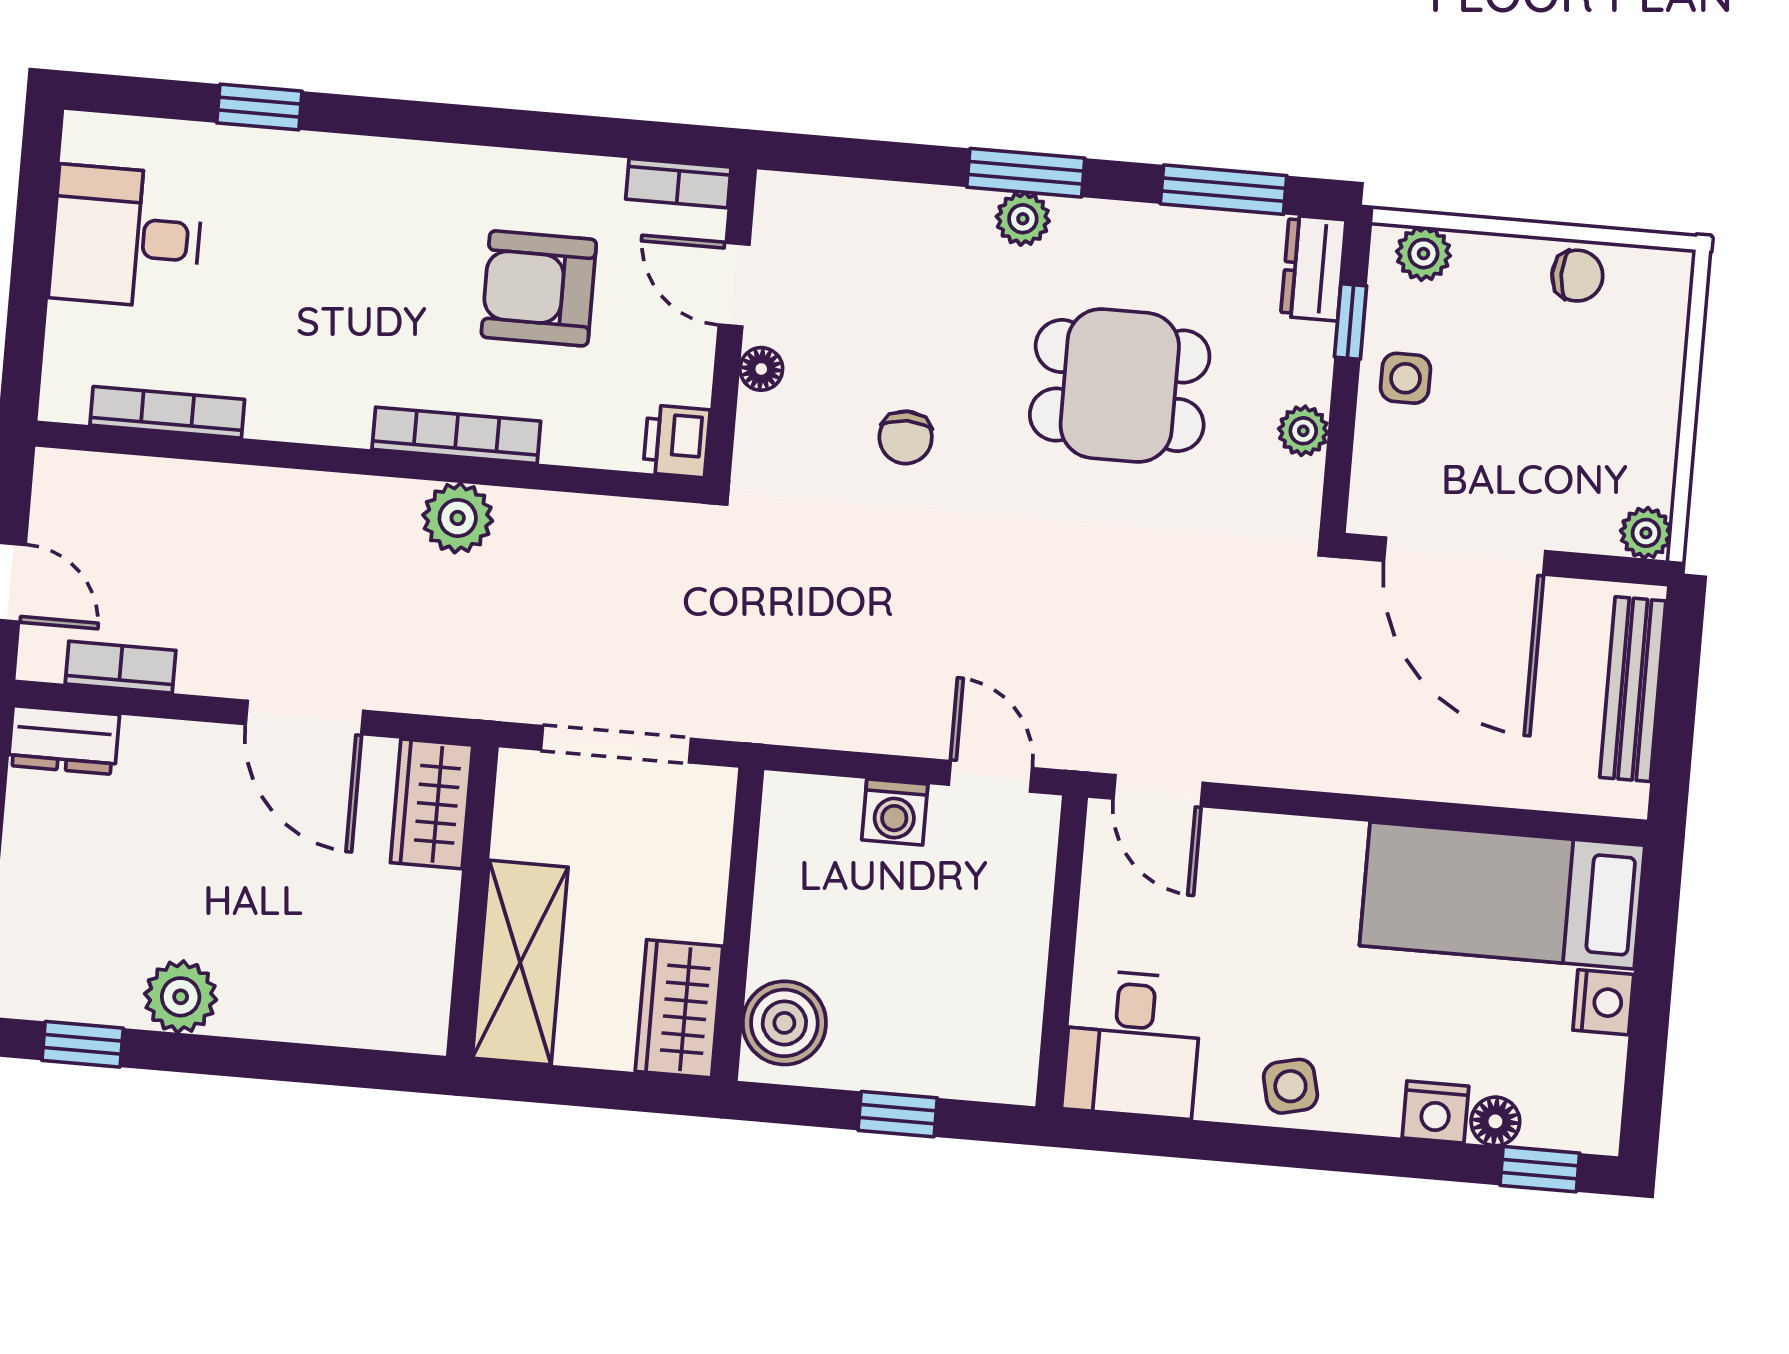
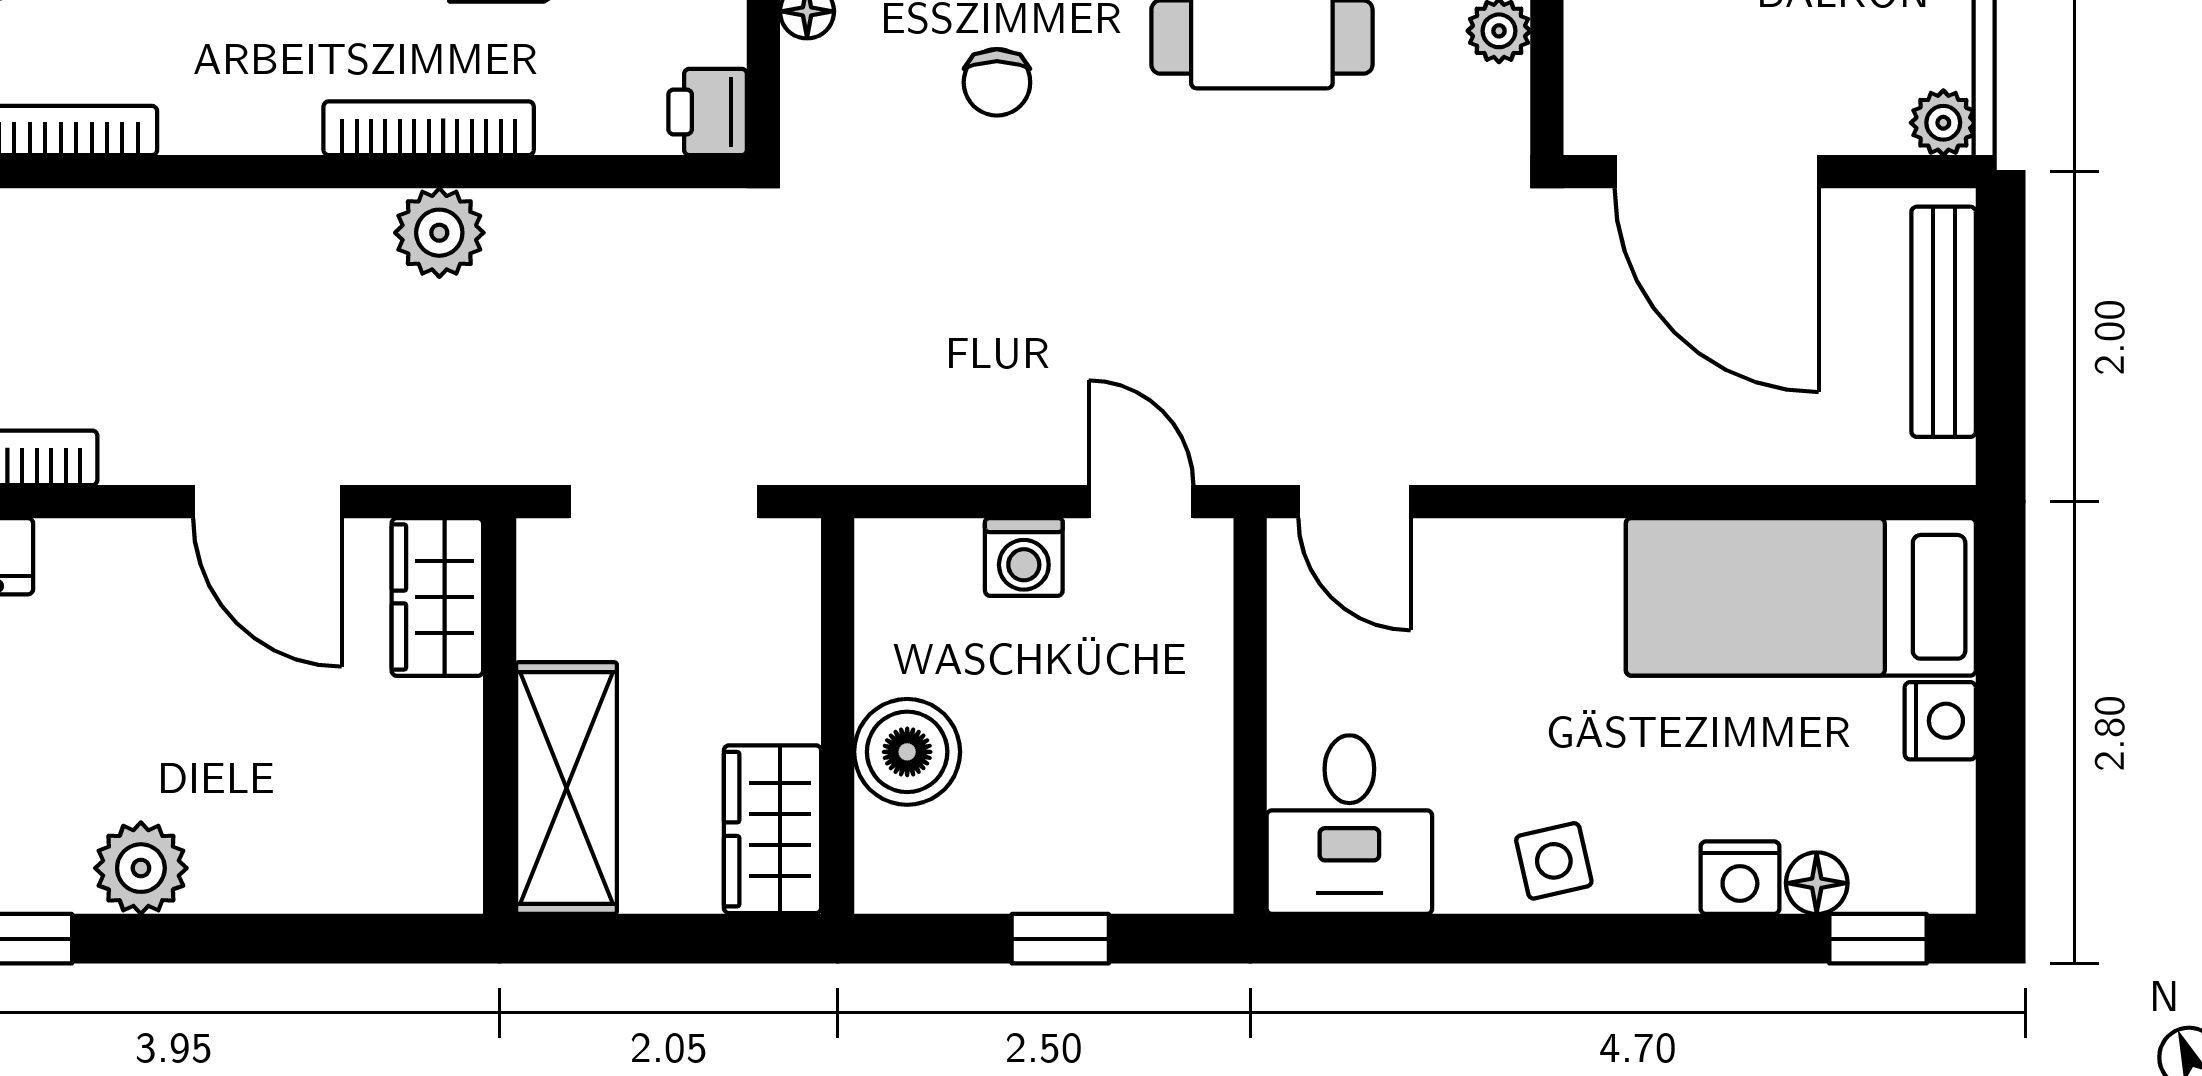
boiler: (784, 1023) -> (907, 752), moved

